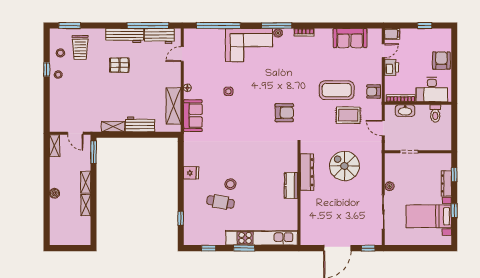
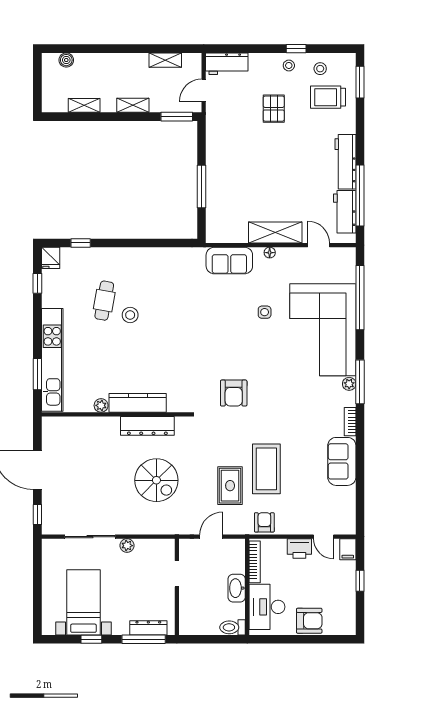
window: (425, 25) -> (360, 581), moved
sofa: (350, 38) -> (342, 461), moved
corner sofa: (249, 45) -> (323, 330), width x1.36, depth x1.36
pallet: (119, 65) -> (274, 109), moved
shelving: (173, 106) -> (275, 232), moved
washbasin: (405, 111) -> (237, 588), moved
toilet: (435, 113) -> (233, 627), moved
workbench: (140, 124) -> (227, 64), moved, turned 90
shelving: (113, 127) -> (213, 145), removed
window: (142, 135) -> (202, 186), added
shelving: (55, 146) -> (165, 60), moved
spiral stairs: (344, 166) -> (156, 480), turned 90
fridge: (191, 173) -> (51, 258), moved
window: (454, 175) -> (144, 639), width x2.17
dresser: (446, 184) -> (148, 628), moved
kitchen counter: (291, 185) -> (138, 403), width x1.50
boiler: (54, 193) -> (66, 60), moved
plant: (293, 204) -> (101, 405), added
shelving: (86, 205) -> (84, 105), moved
window: (244, 248) -> (37, 374), moved

